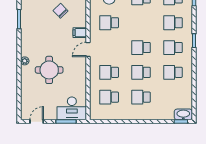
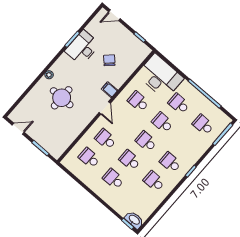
school desk: (173, 23) -> (162, 123), moved
door: (88, 49) -> (105, 108), swing flipped
desk: (72, 108) -> (82, 48), moved, turned 90

